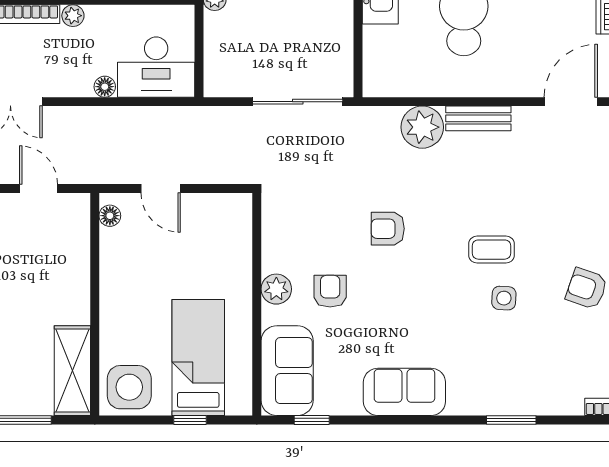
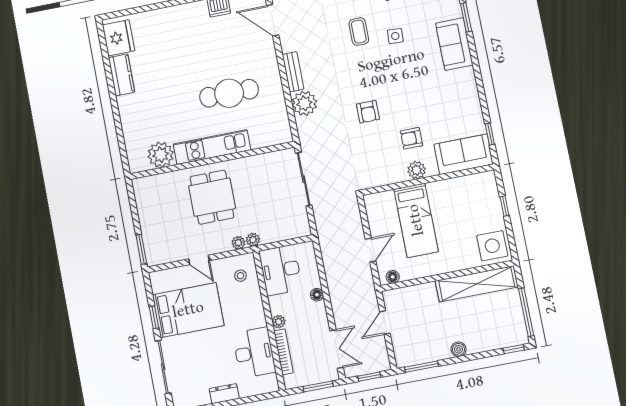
desk: (156, 67) -> (281, 270), moved, turned 180
coffee table: (491, 250) -> (359, 32), moved
bed: (198, 357) -> (416, 220), moved, turned -90
shelving: (72, 371) -> (477, 284), width x1.47
sofa: (404, 392) -> (454, 44), moved

